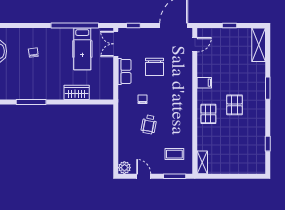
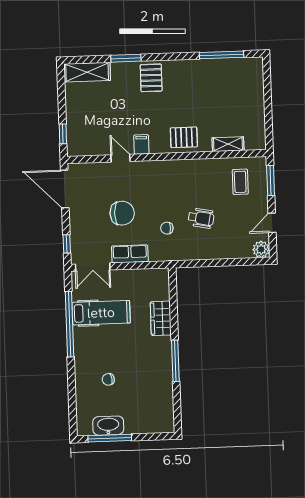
window: (230, 26) -> (63, 134), moved
door: (195, 45) -> (120, 158), moved
window: (268, 88) -> (126, 58), moved
window: (31, 102) -> (175, 361), moved
pallet: (235, 105) -> (151, 78), moved, turned 90
window: (268, 144) -> (221, 55), width x2.17
shelving: (202, 162) -> (228, 144), moved

